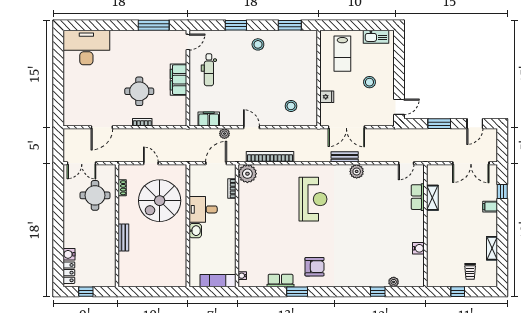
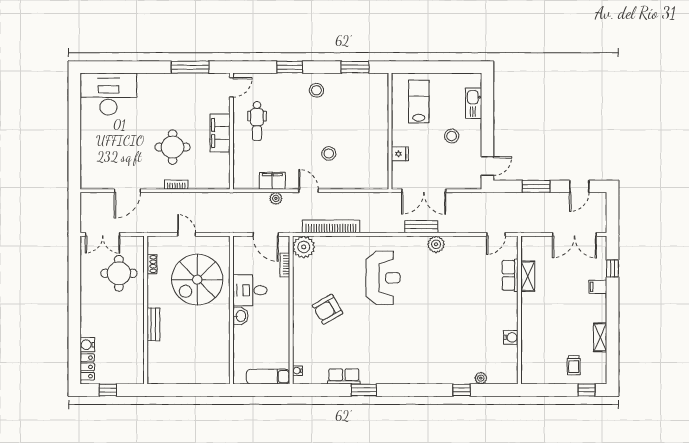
kitchen sink: (376, 37) -> (474, 103), moved, turned 90
lab bench: (342, 54) -> (419, 101), turned 180
stool: (291, 106) -> (329, 154), moved
filing cabinet: (209, 119) -> (272, 181), moved
door: (216, 163) -> (266, 234), swing flipped
armchair: (315, 267) -> (328, 309), moved, turned 150
window: (458, 292) -> (586, 390), moved

